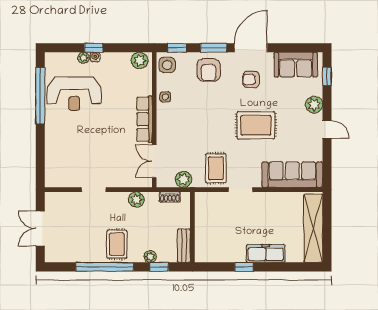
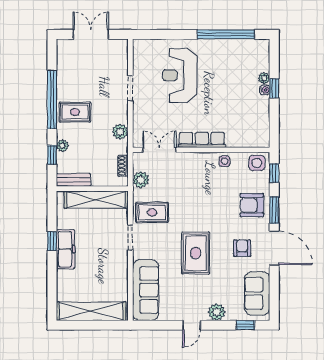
plant: (140, 61) -> (261, 135), removed
reception desk: (74, 94) -> (180, 75), moved
shelving: (203, 223) -> (96, 200), added
freezer: (266, 253) -> (66, 249), moved

